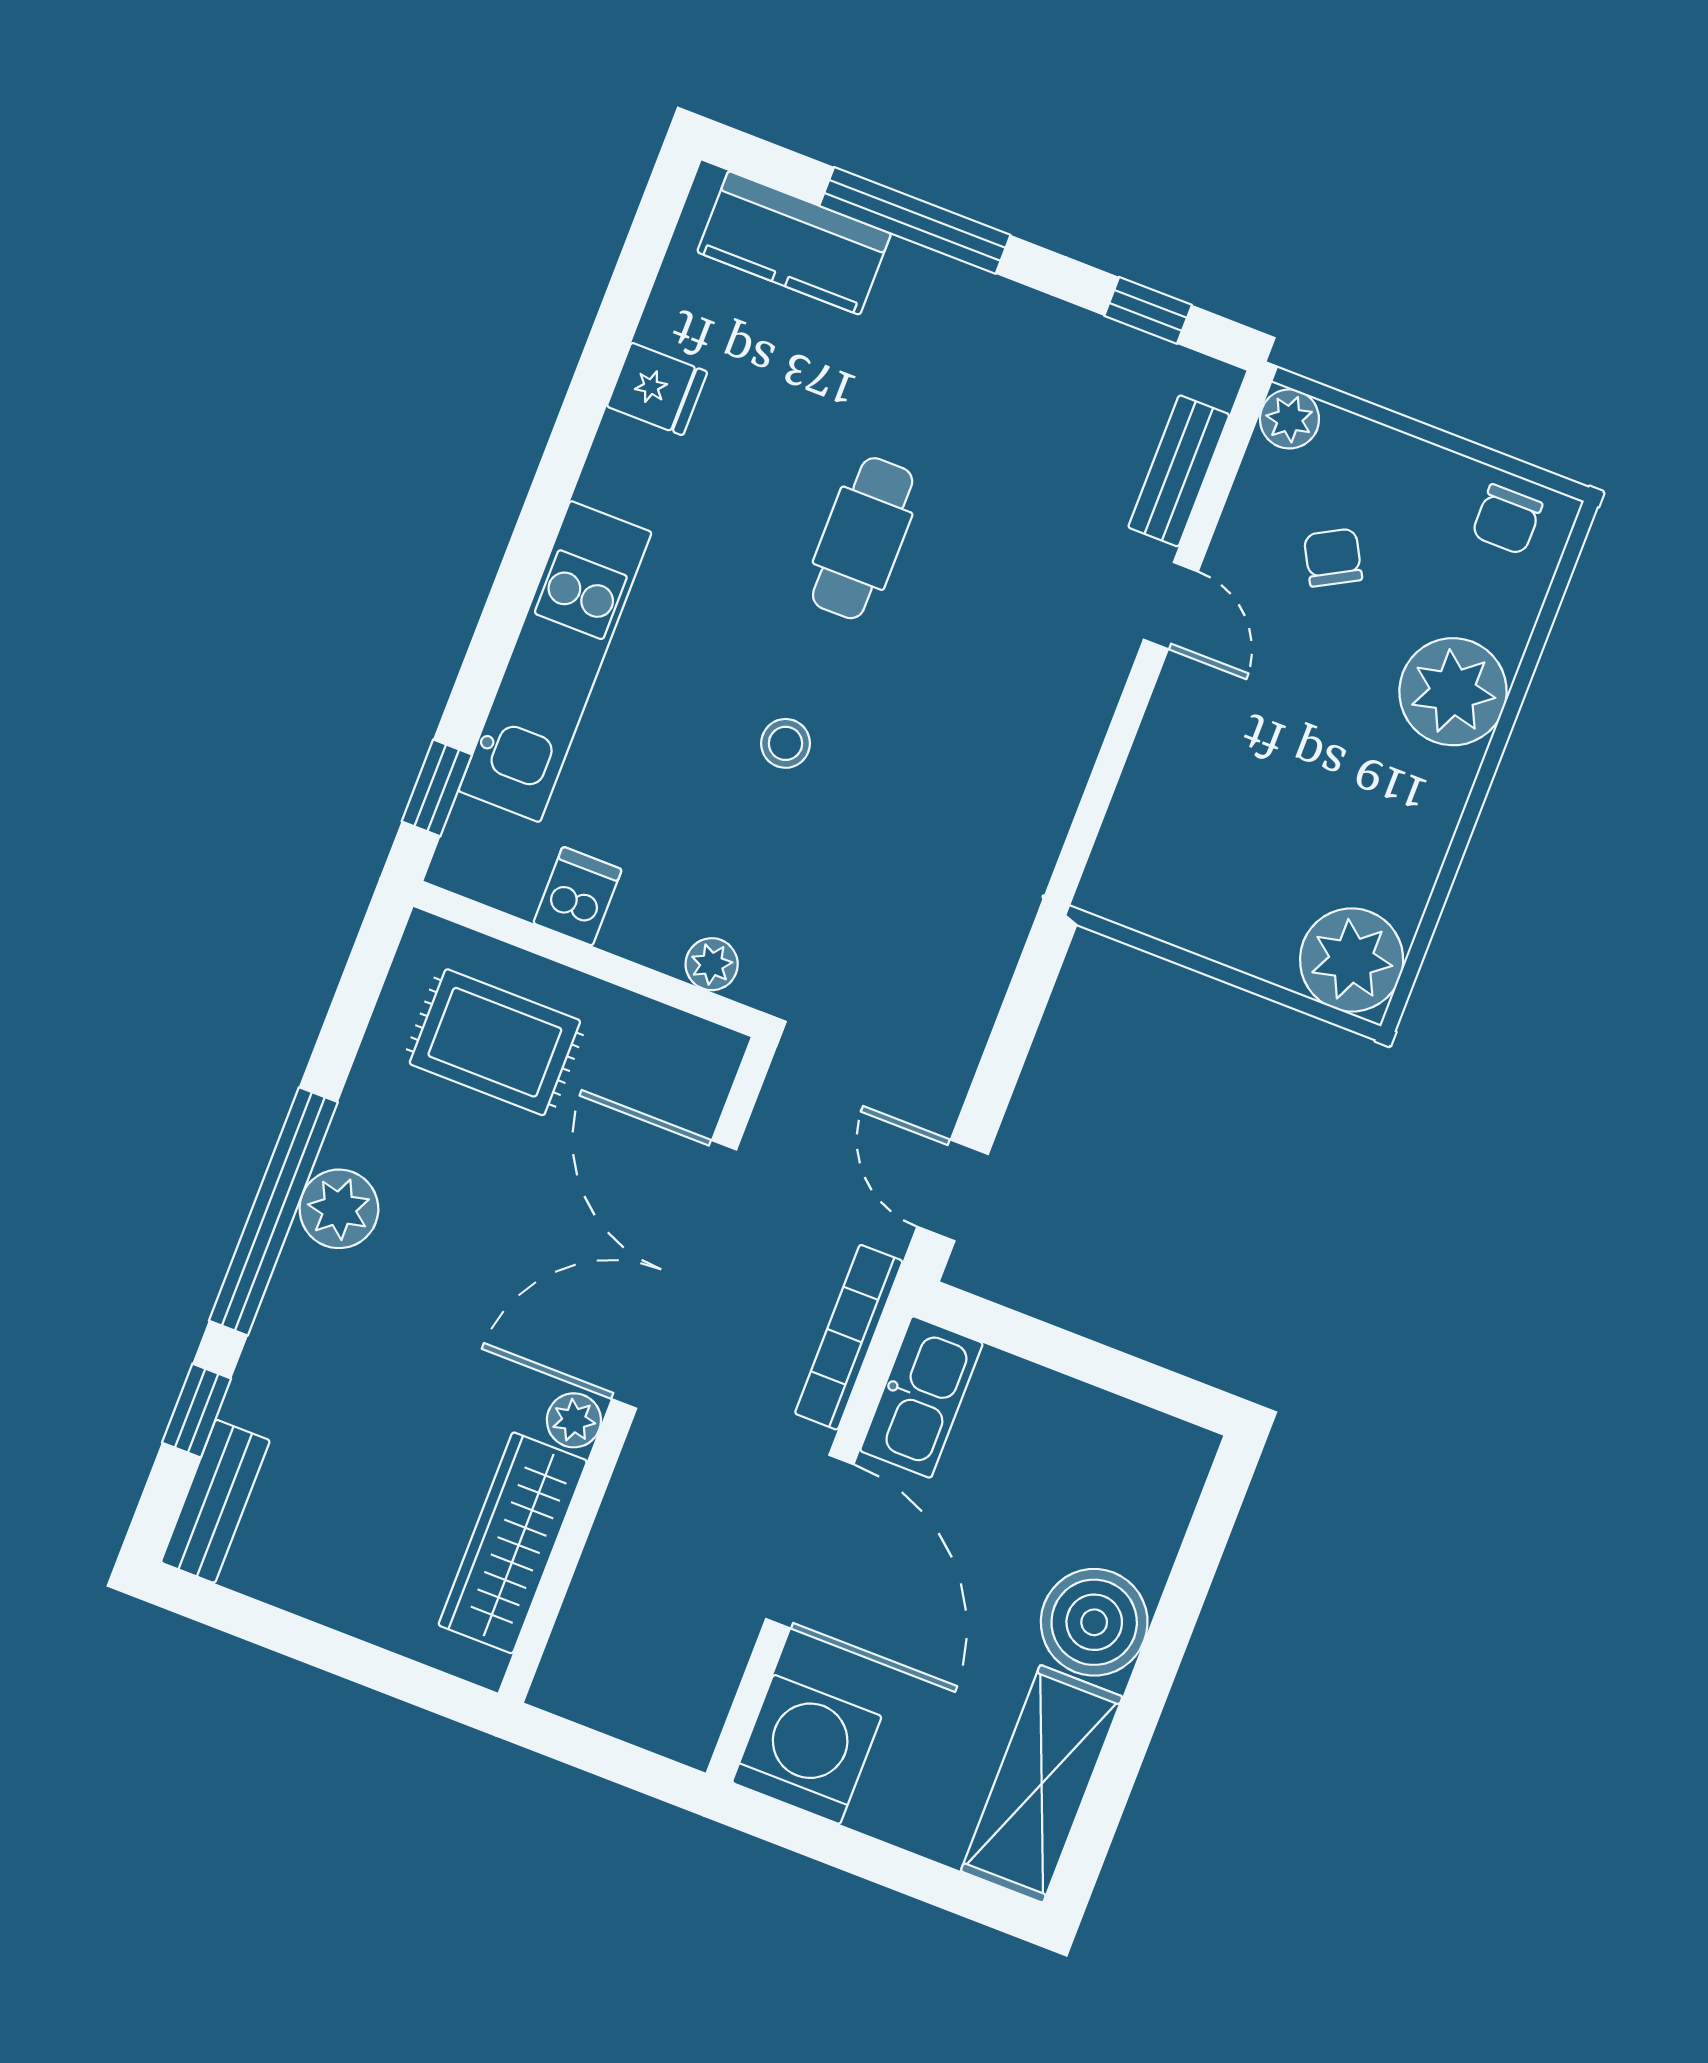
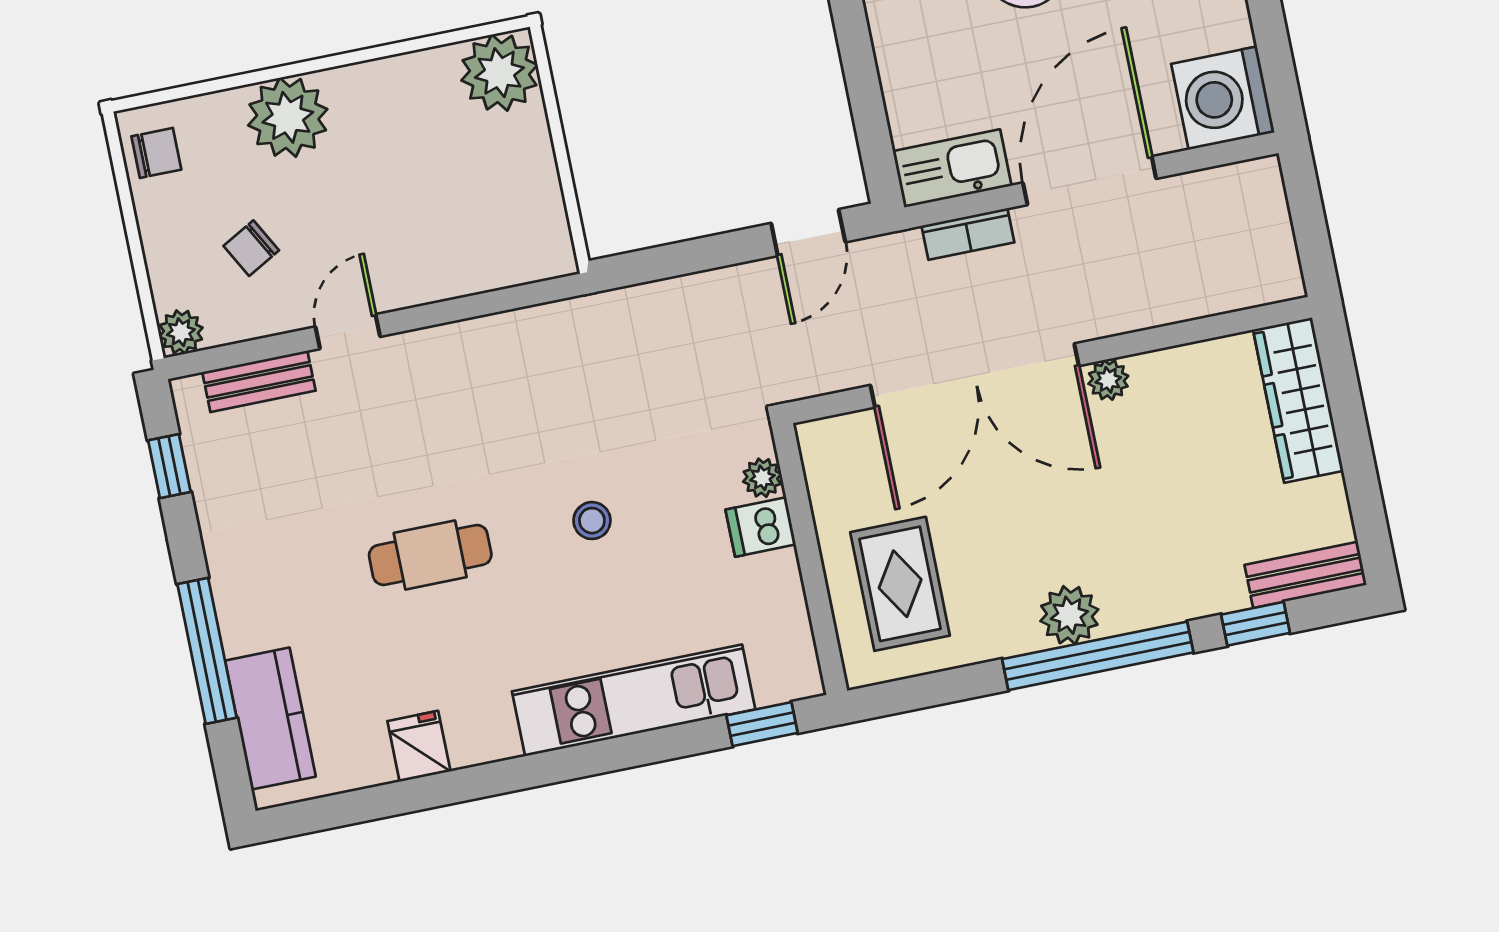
dishwasher: (578, 896) -> (761, 527), moved
bookcase: (849, 1337) -> (968, 234), width x0.64
wardrobe: (513, 1543) -> (1298, 400), moved, turned 90

